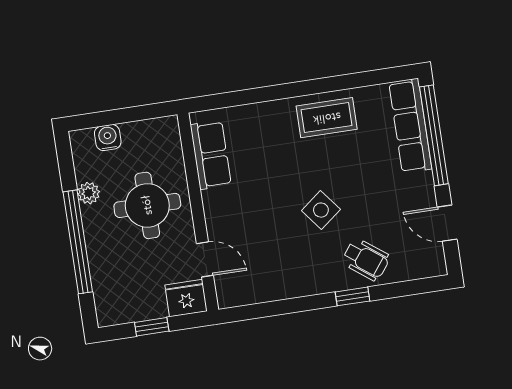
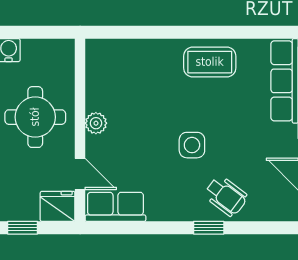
row of seats: (211, 155) -> (115, 207), moved, turned -90
plant: (214, 202) -> (96, 123), added
side table: (321, 210) -> (192, 145), turned 38

